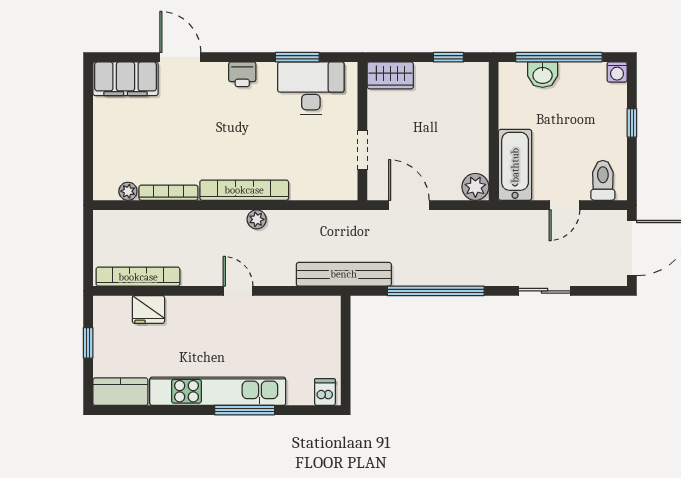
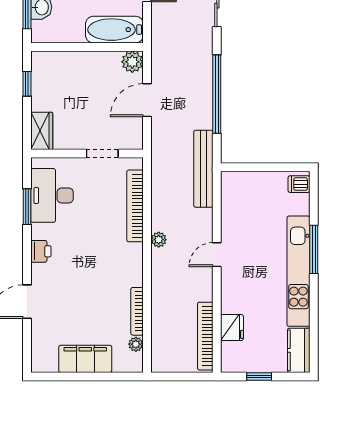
filing cabinet: (125, 79) -> (85, 359), moved, turned -90
bookcase: (244, 190) -> (135, 206), moved
door: (409, 205) -> (147, 100), moved

